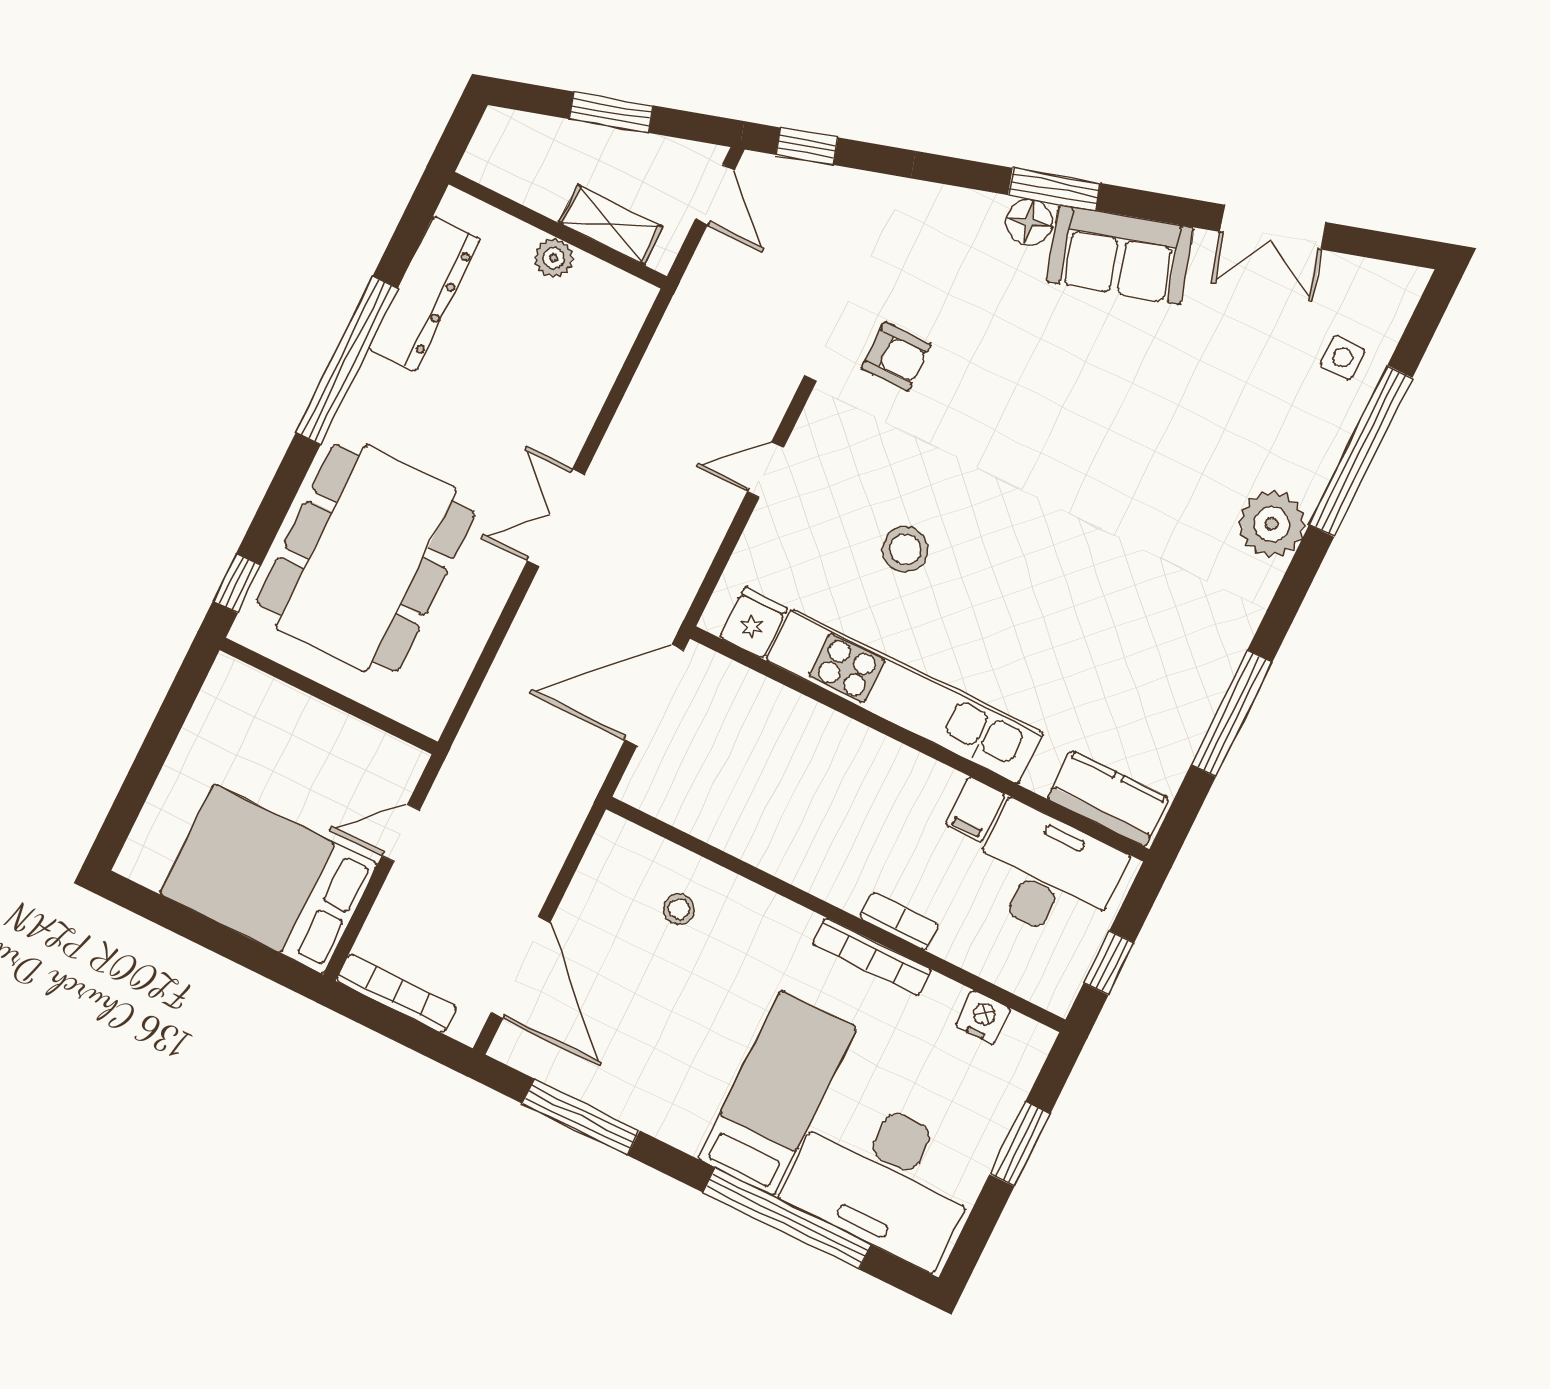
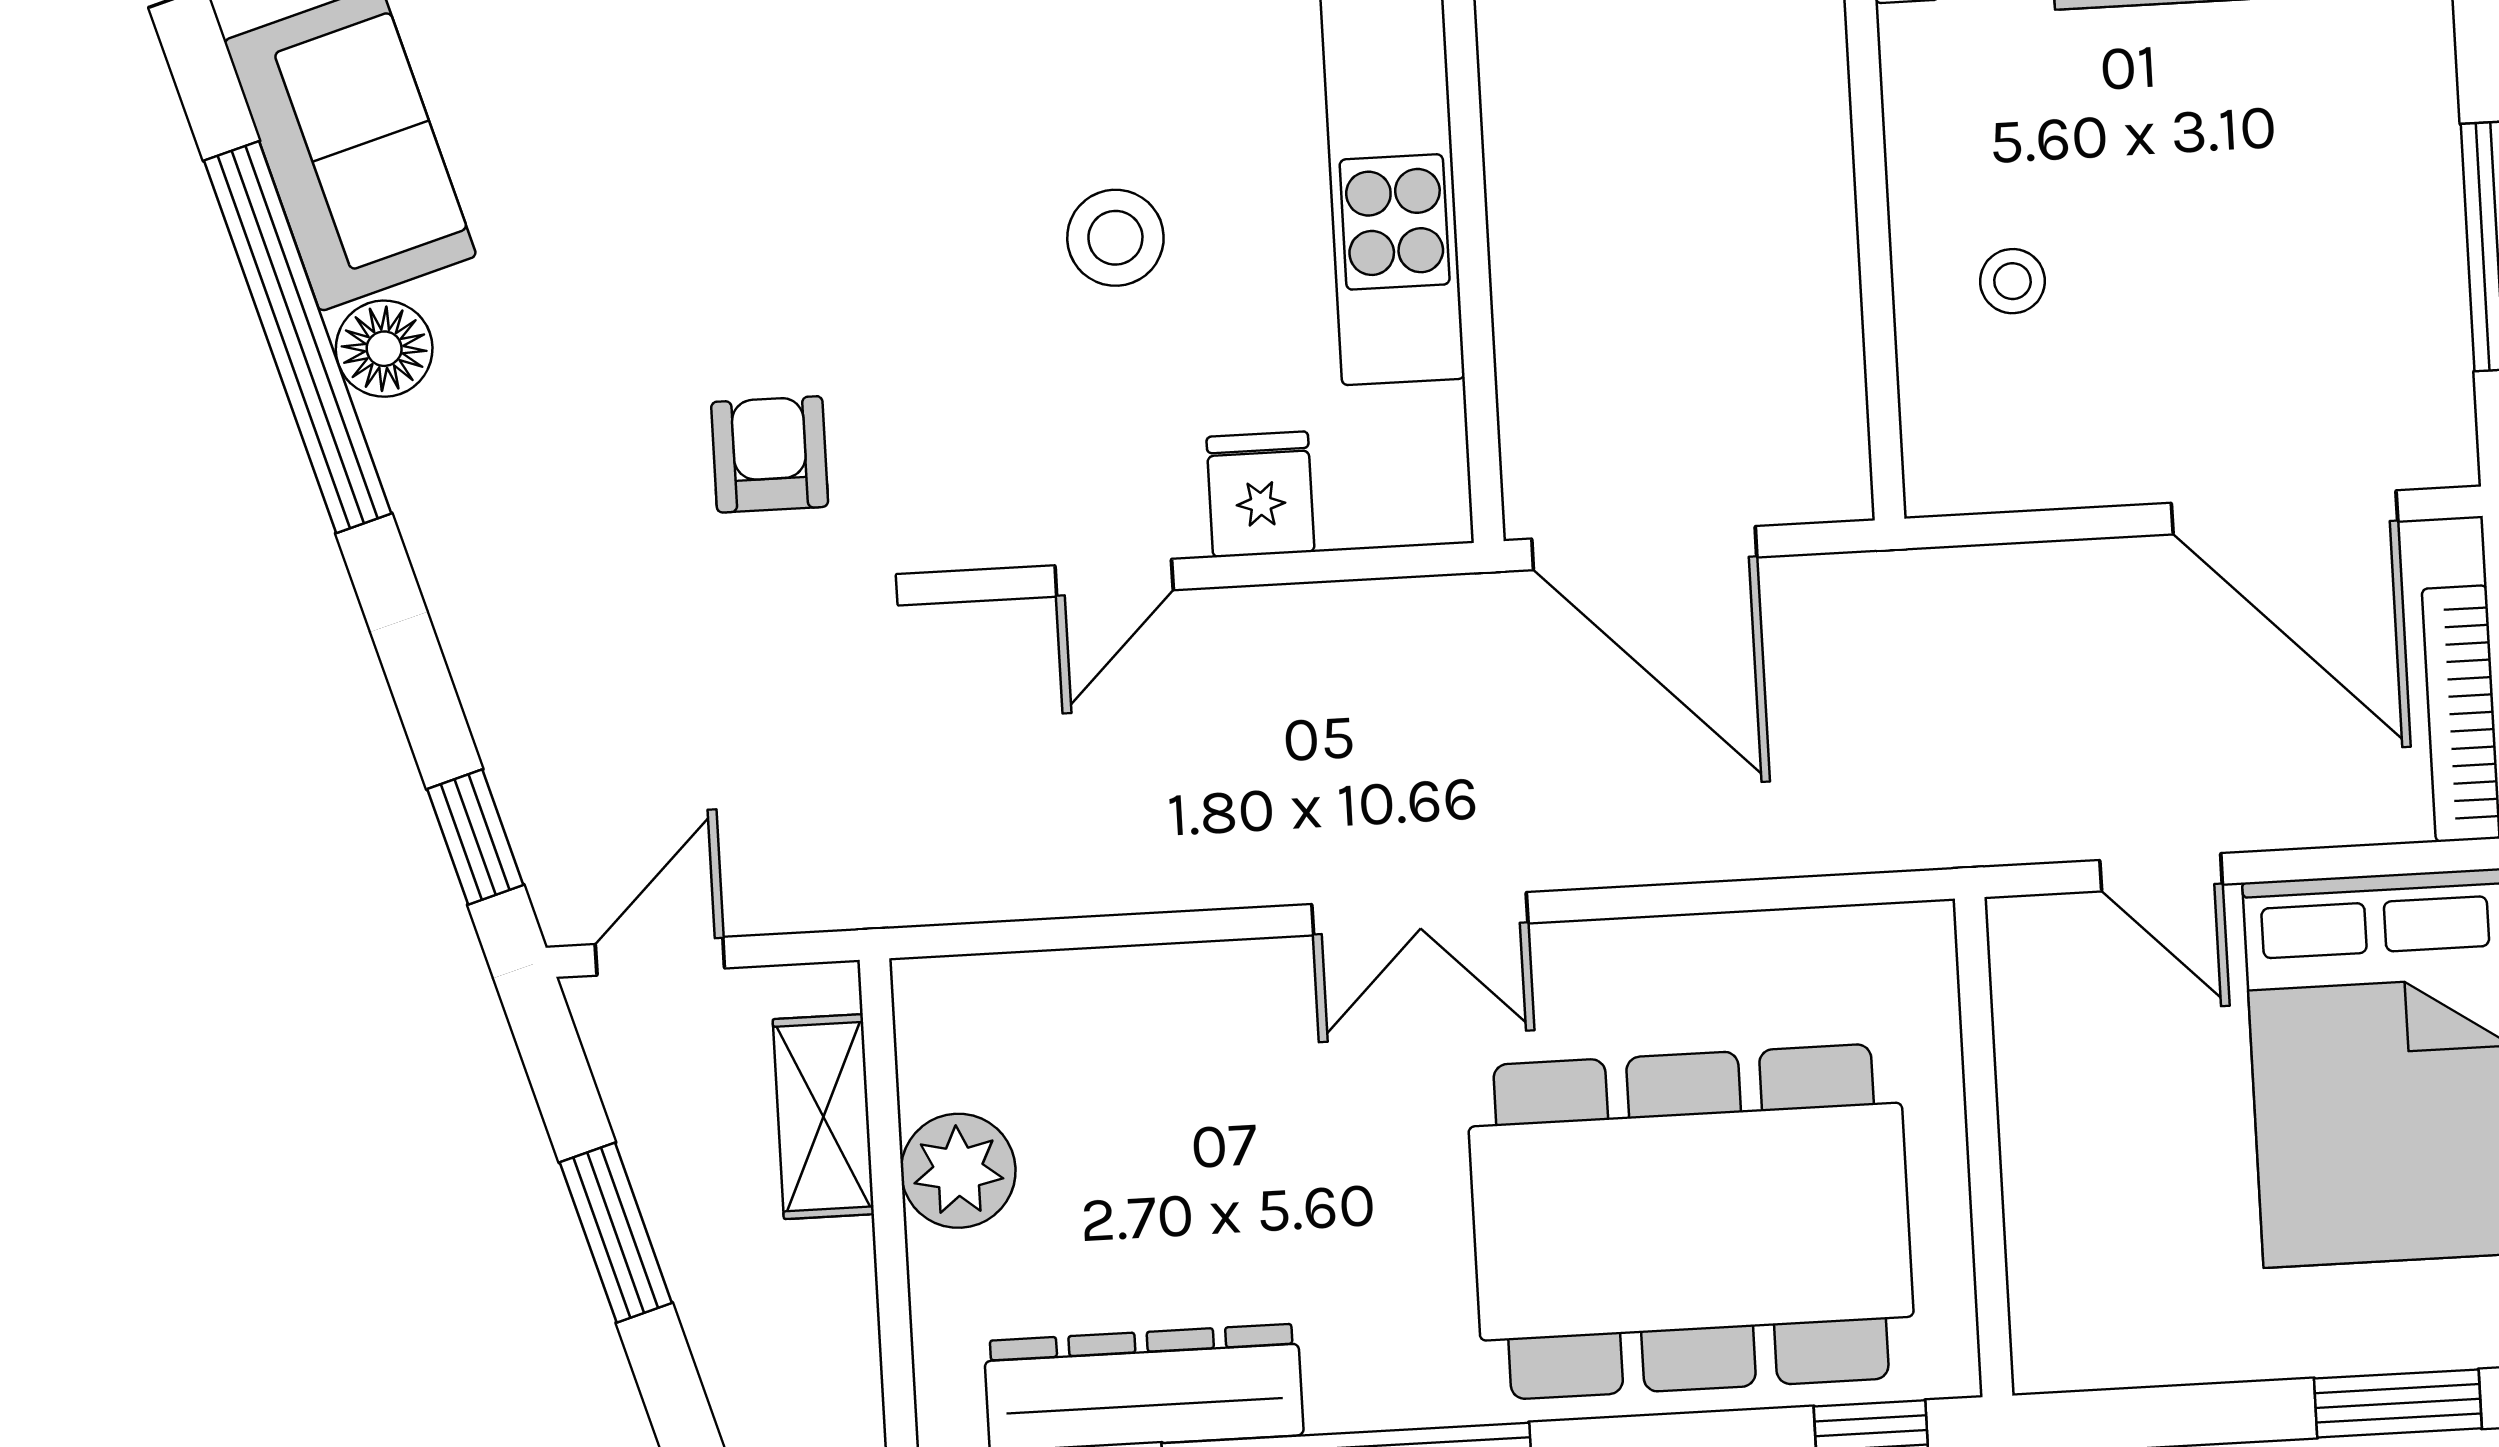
window: (1054, 189) -> (298, 337), width x2.11
plant: (554, 258) -> (958, 1171), width x1.38, depth x1.38
door: (765, 470) -> (1114, 578), hinge flipped
fridge: (754, 623) -> (1260, 494), moved, turned 90
window: (127, 807) -> (2398, 1403), added
door: (520, 967) -> (2284, 512), swing flipped

